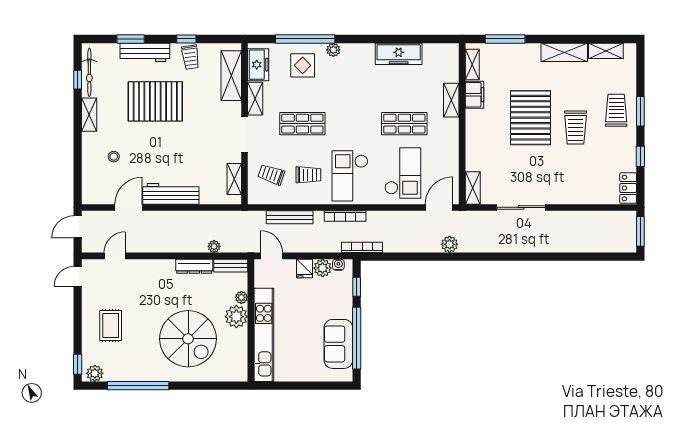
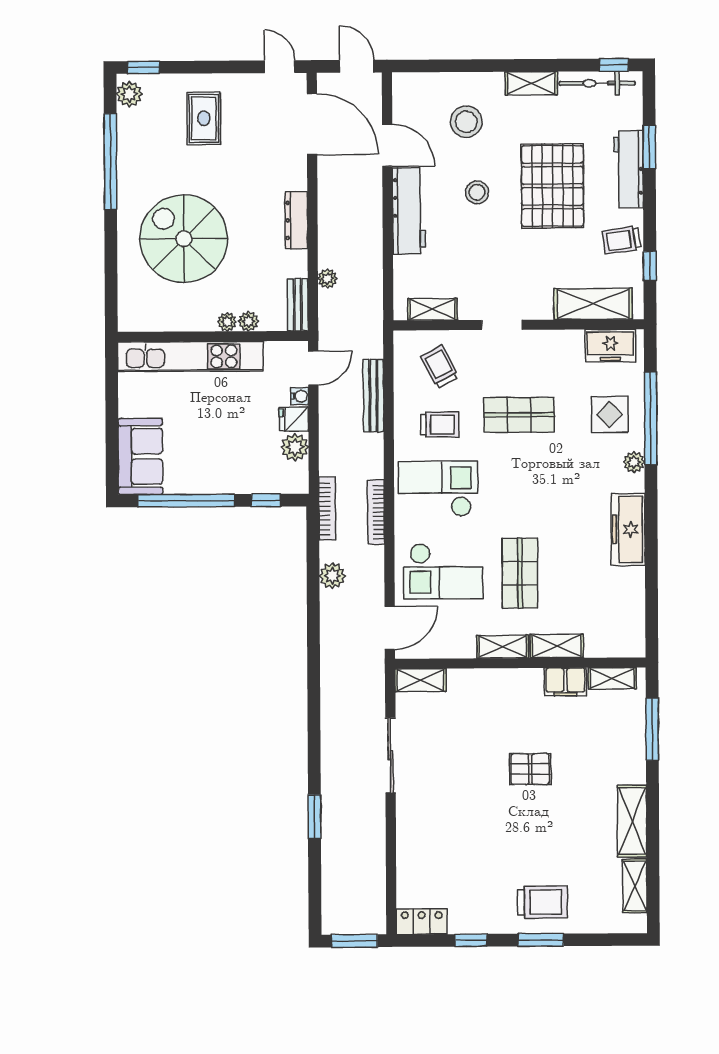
window: (186, 39) -> (650, 266), moved
freezer: (399, 54) -> (628, 529), moved
window: (78, 80) -> (614, 65), moved
shelving: (255, 99) -> (503, 647), moved
pallet: (530, 118) -> (530, 769), width x0.49, depth x0.50
shop shelf: (302, 124) -> (519, 415), turned 90
trolley: (576, 127) -> (515, 839), removed
doorway: (245, 134) -> (502, 325), width x0.73
stool: (159, 150) -> (477, 192), added
stool: (114, 157) -> (466, 122), width x1.89, depth x1.89
trolley: (271, 175) -> (440, 367), turned -46
trolley: (308, 175) -> (440, 424), turned -90
door: (439, 207) -> (390, 628), hinge flipped
bookcase: (345, 216) -> (376, 512), moved
plant: (450, 244) -> (332, 576), moved
door: (115, 256) -> (312, 124), width x1.88
window: (560, 257) -> (314, 817), added
water cooler: (338, 265) -> (300, 396), moved
dresser: (194, 266) -> (296, 220), moved
plant: (236, 317) -> (227, 322), width x0.53, depth x0.53
rug: (111, 325) -> (204, 118), turned 90
spiral stairs: (188, 339) -> (184, 239), turned 90
sofa: (338, 344) -> (140, 456), moved, turned 90

